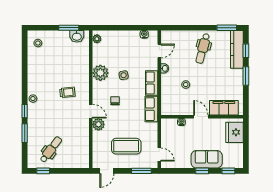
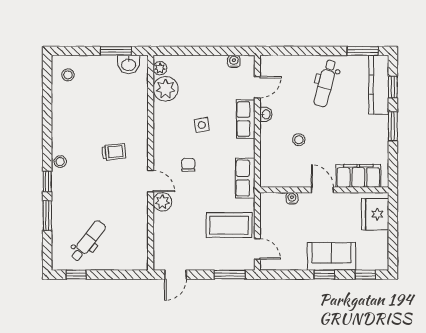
plant: (100, 73) -> (166, 89), moved
row of seats: (152, 83) -> (246, 119), moved
coffee table: (126, 146) -> (229, 225), moved

